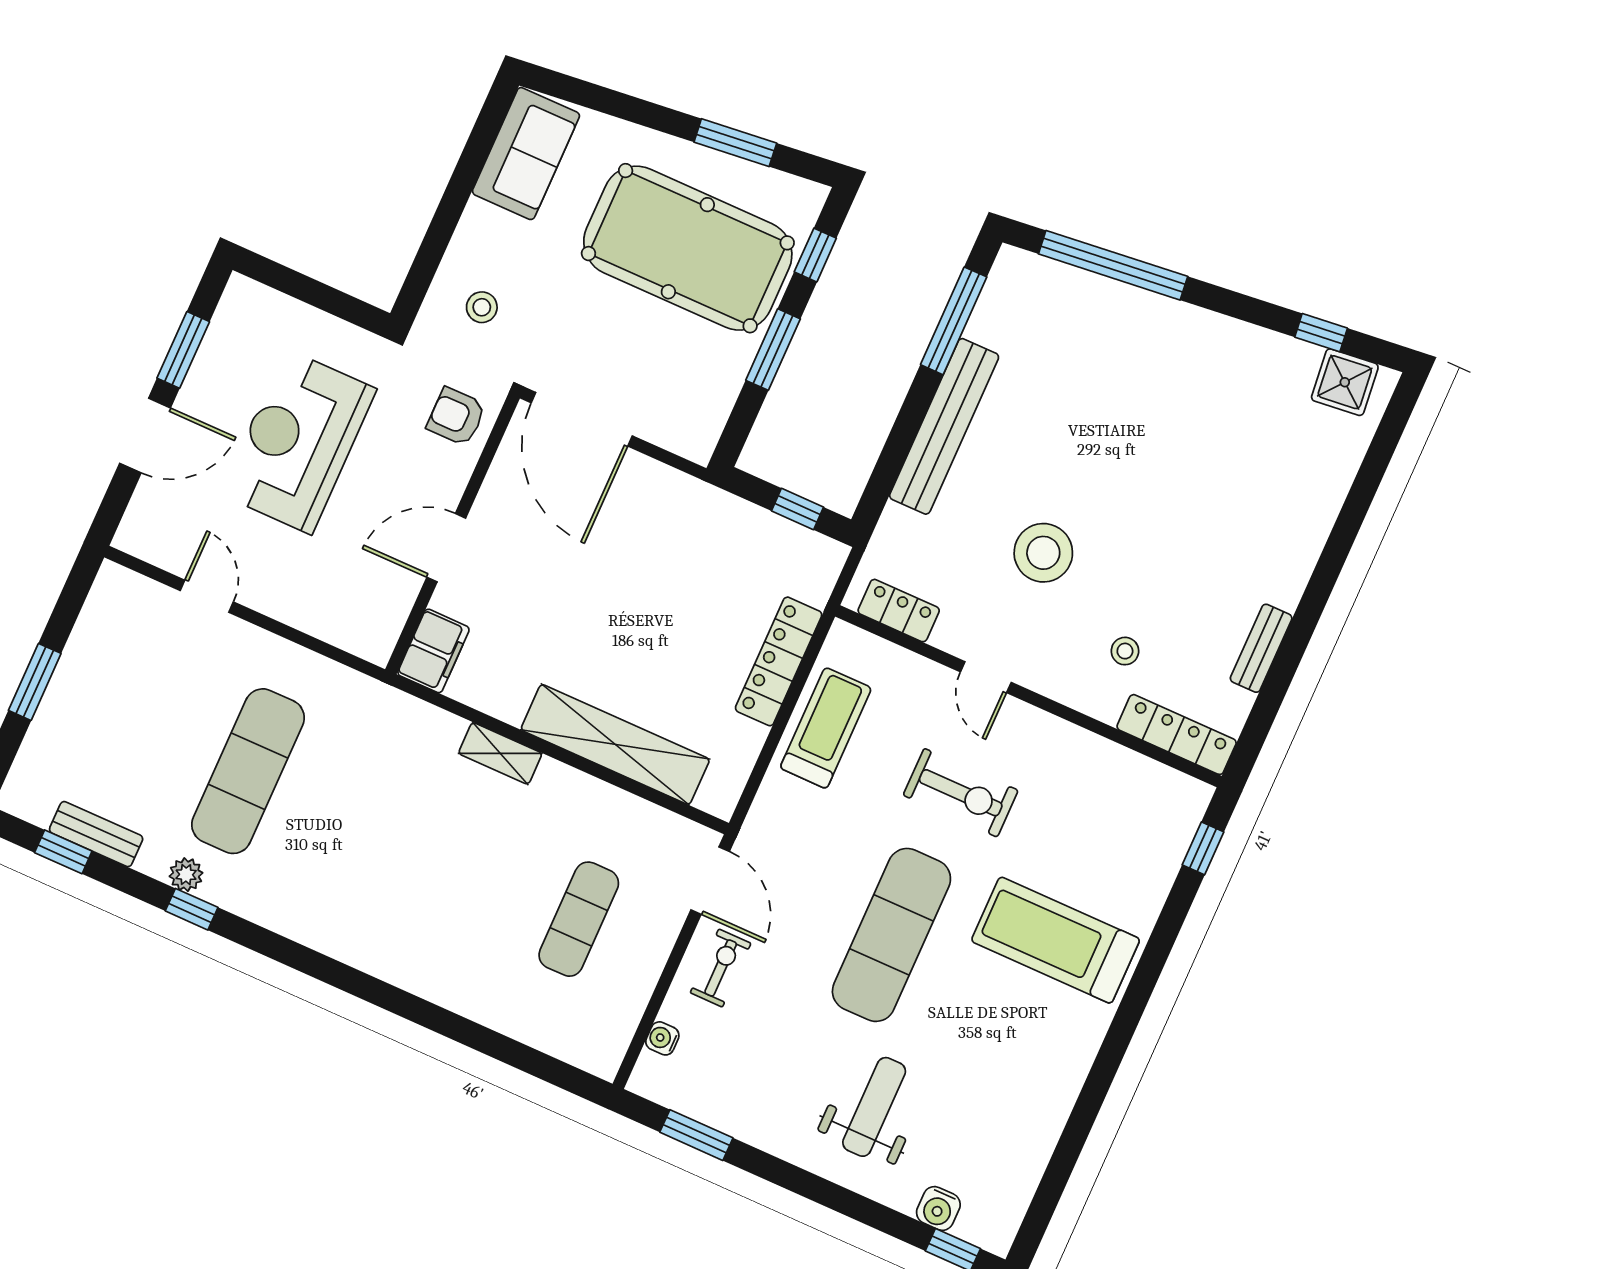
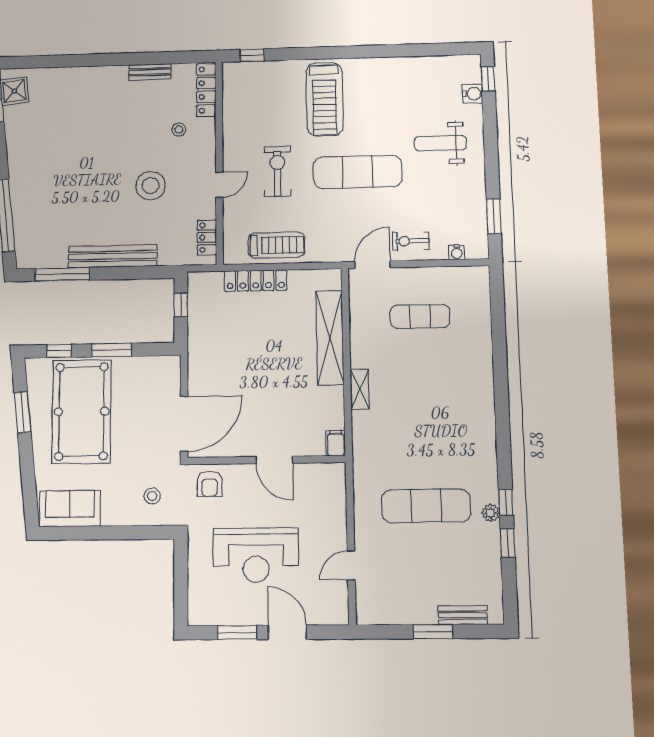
filing cabinet: (433, 651) -> (336, 443), width x0.50
treadmill: (826, 728) -> (276, 245), turned 180
bench: (96, 834) -> (463, 615), moved, turned 90
window: (63, 852) -> (508, 543), moved

